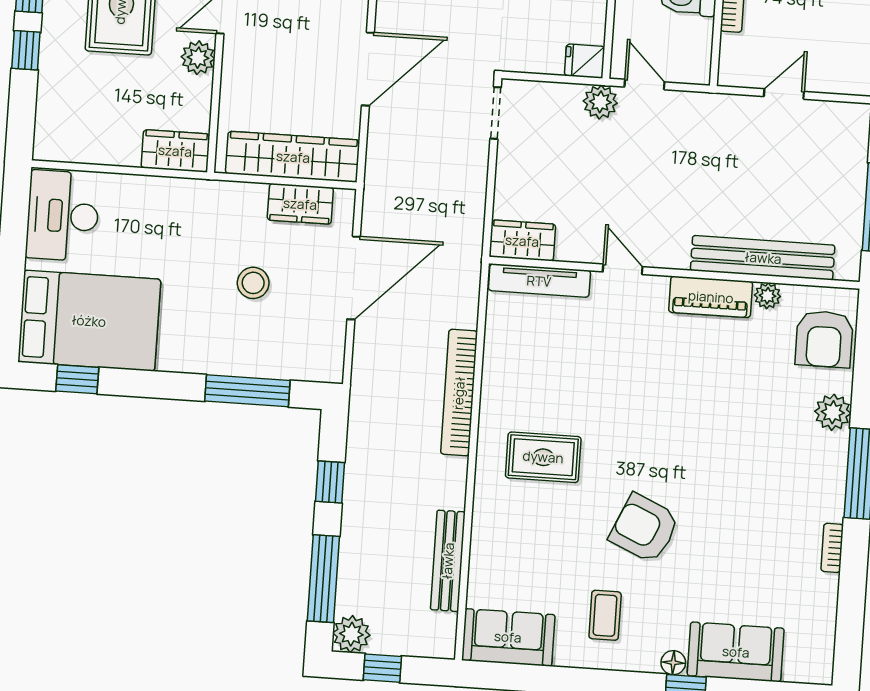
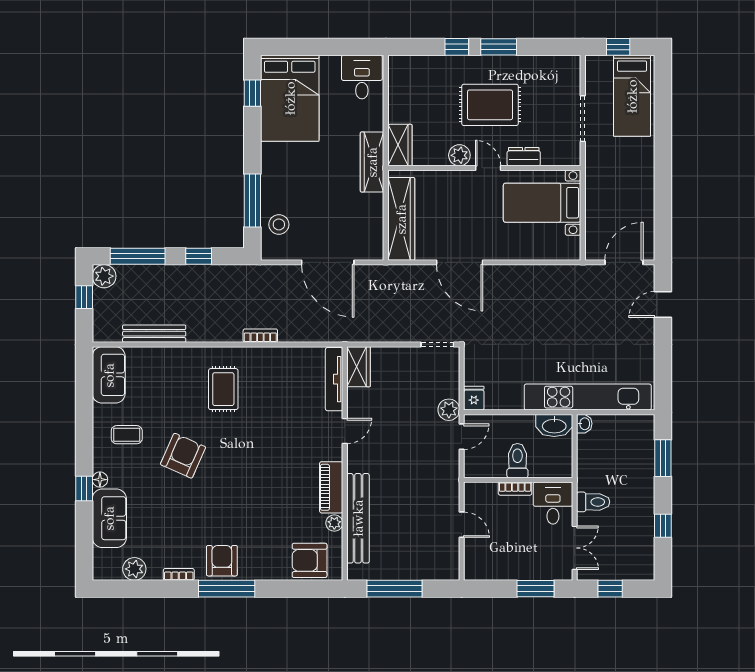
wardrobe: (300, 204) -> (372, 162), moved, width x1.50
desk: (63, 216) -> (362, 77), width x0.73
stool: (253, 283) -> (279, 224), moved
bookcase: (459, 393) -> (260, 336), width x0.43, depth x0.76
plant: (833, 412) -> (134, 569), moved
armchair: (815, 478) -> (222, 561), added

